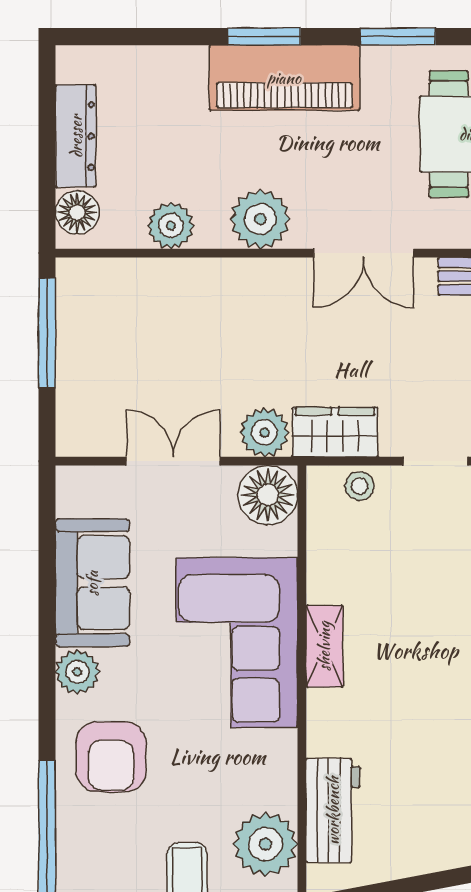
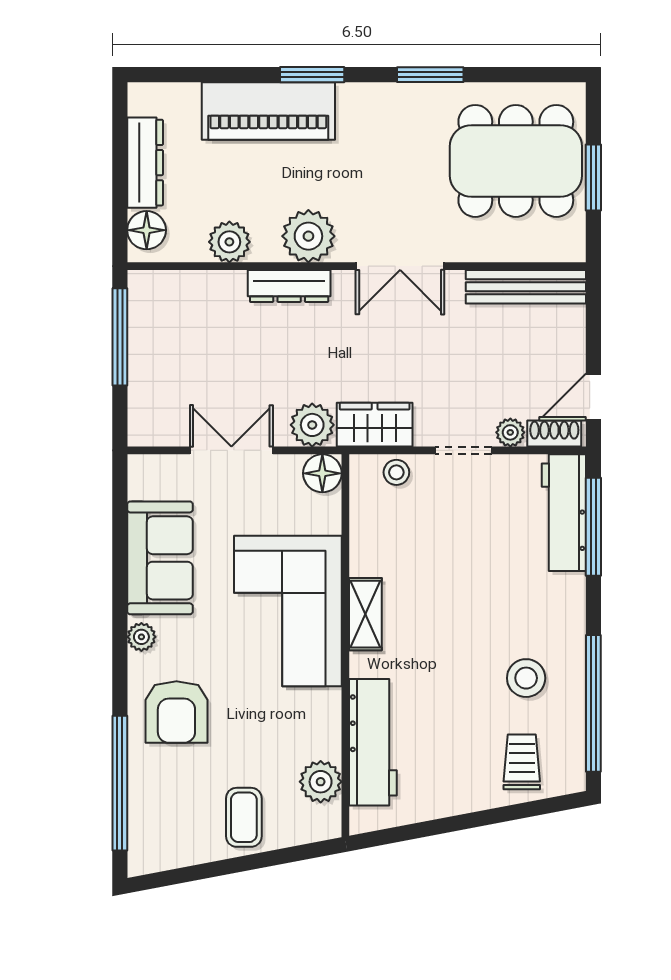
piano: (284, 78) -> (268, 111), moved
dresser: (238, 276) -> (289, 286), added
floor lamp: (268, 495) -> (322, 473), width x0.73, depth x0.73
plant: (77, 672) -> (141, 637), width x0.73, depth x0.73
workbench: (333, 811) -> (373, 742), width x1.38
plant: (265, 844) -> (321, 782), width x0.73, depth x0.73

